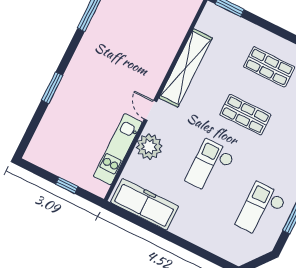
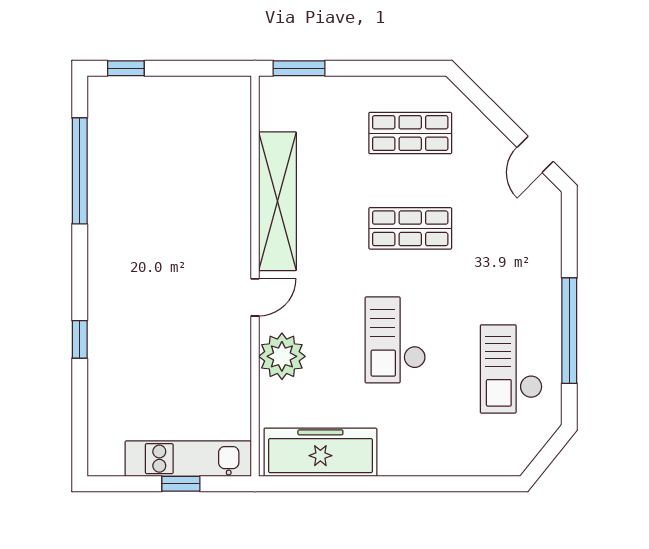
window: (52, 88) -> (80, 339), width x0.67
door: (150, 110) -> (255, 297), swing flipped
kitchen unit: (118, 149) -> (188, 459), moved, turned 90

